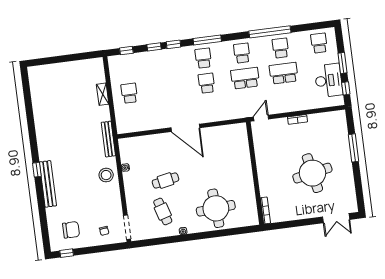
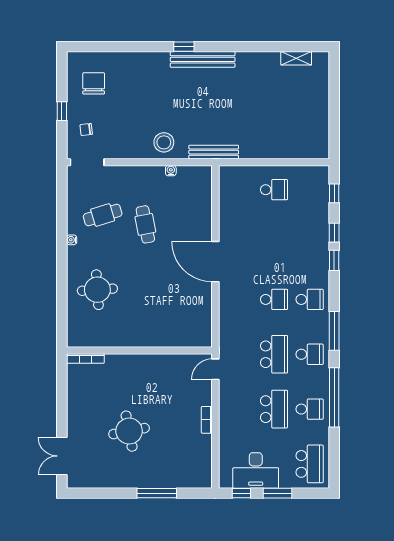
window: (207, 40) -> (334, 331), moved
school desk: (319, 43) -> (310, 464), width x1.85
shelving: (103, 94) -> (296, 58), moved
door: (261, 118) -> (215, 369), swing flipped
door: (185, 128) -> (215, 262), hinge flipped
round table: (312, 173) -> (129, 431), width x0.73, depth x0.73
bench: (48, 184) -> (203, 59), moved
round table: (216, 208) -> (97, 290), width x0.73, depth x0.73
chair: (71, 230) -> (94, 83), turned 180
window: (67, 253) -> (62, 111), moved

